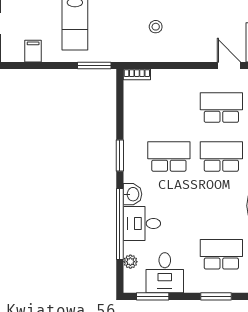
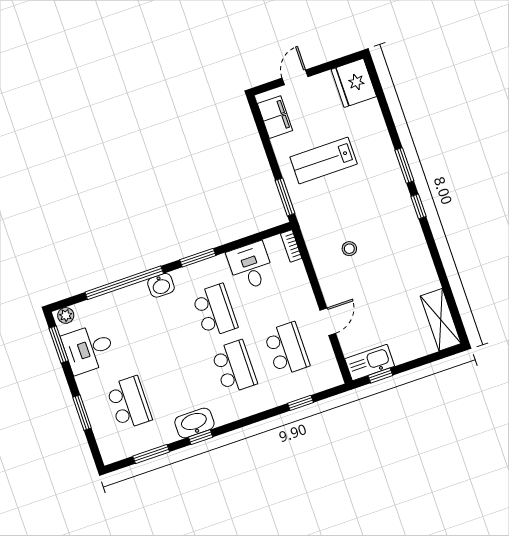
filing cabinet: (33, 51) -> (275, 117), width x2.00
door: (229, 66) -> (328, 322), moved
desk: (142, 223) -> (250, 266), moved
plant: (130, 262) -> (66, 315), moved

